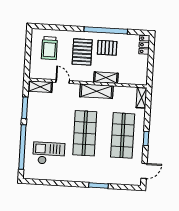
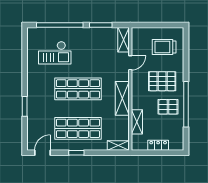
locker: (144, 45) -> (158, 145), moved
pallet: (107, 48) -> (168, 107), turned 90
shelving: (106, 78) -> (137, 122), moved
checkout: (49, 153) -> (55, 53), turned 90
door: (144, 171) -> (42, 153), swing flipped

